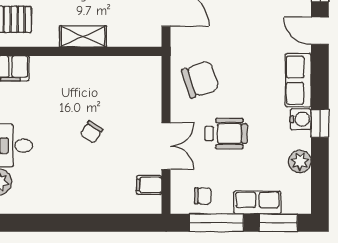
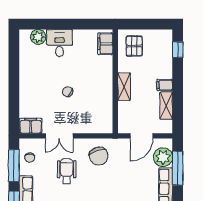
wheelchair: (226, 134) -> (67, 171), turned 180
filing cabinet: (149, 185) -> (31, 126), width x2.00

